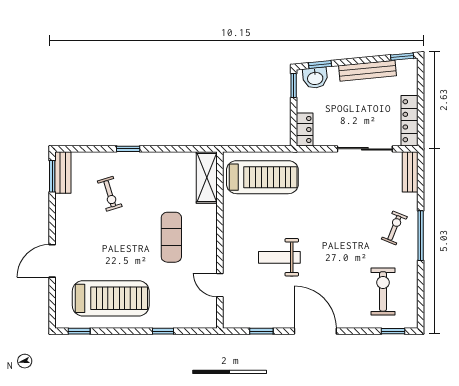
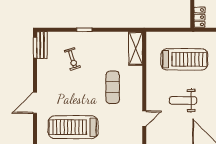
treadmill: (262, 177) -> (184, 59), moved
door: (220, 285) -> (144, 119), swing flipped
treadmill: (111, 298) -> (73, 127), turned 180

